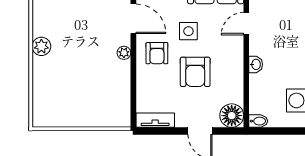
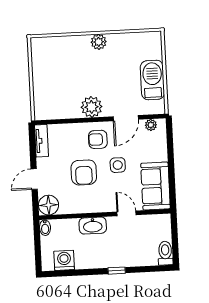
plant: (124, 53) -> (92, 107), width x1.88, depth x1.88
washbasin: (256, 64) -> (93, 226), width x1.91, depth x1.45
armchair: (195, 72) -> (84, 172), turned -90

